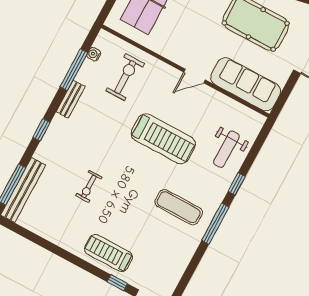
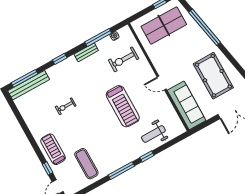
exercise bike: (125, 77) -> (124, 59), turned 180
exercise mat: (179, 207) -> (86, 164), moved

